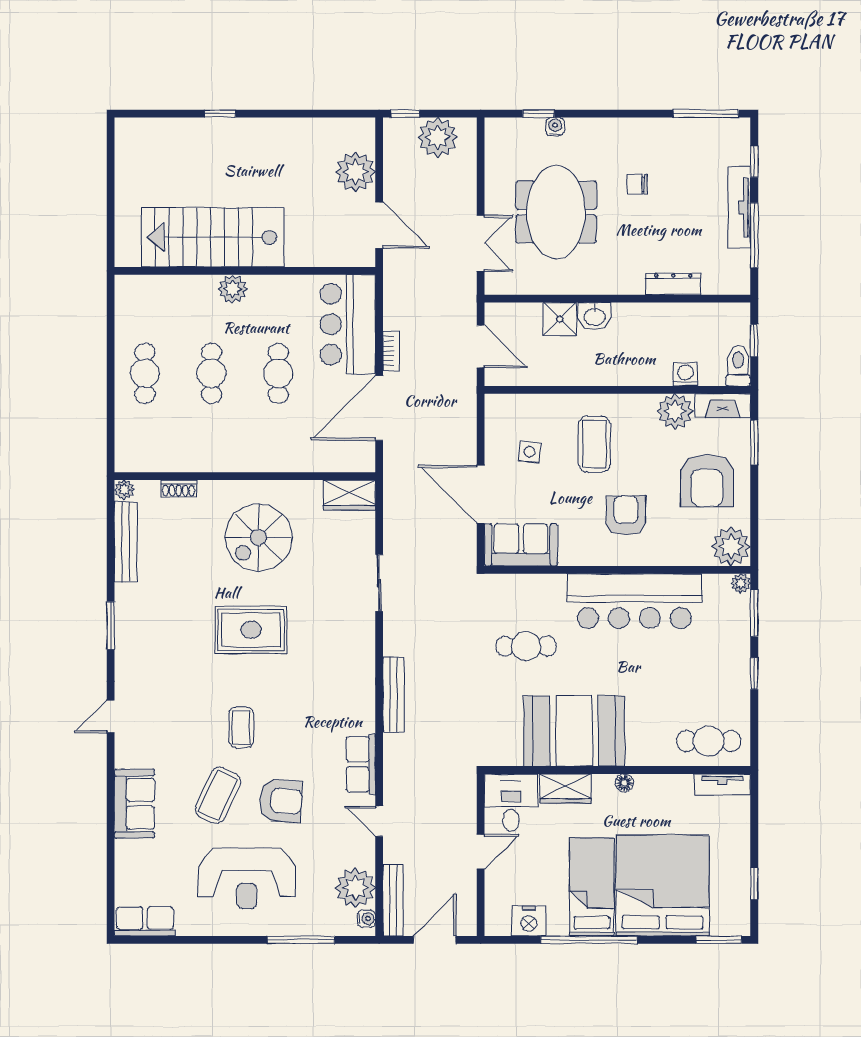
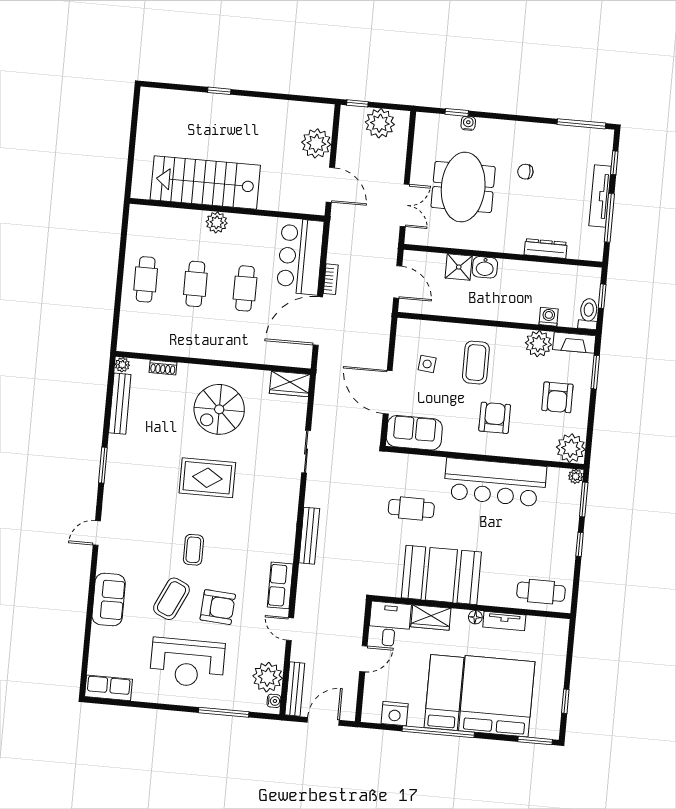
armchair: (707, 481) -> (557, 397), width x0.73, depth x0.73
tv unit: (722, 785) -> (504, 621), moved

